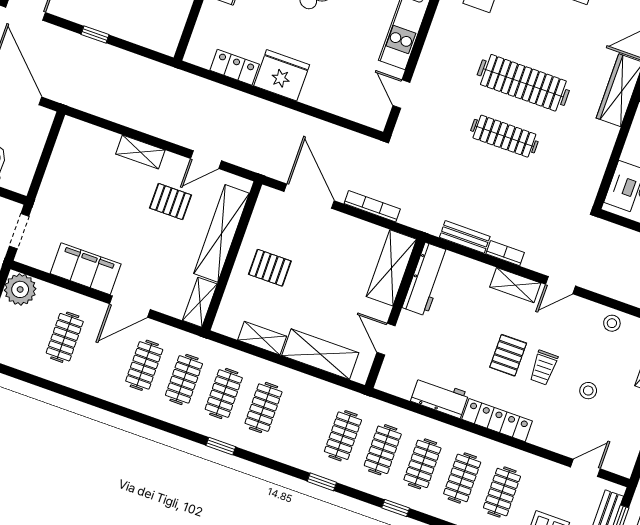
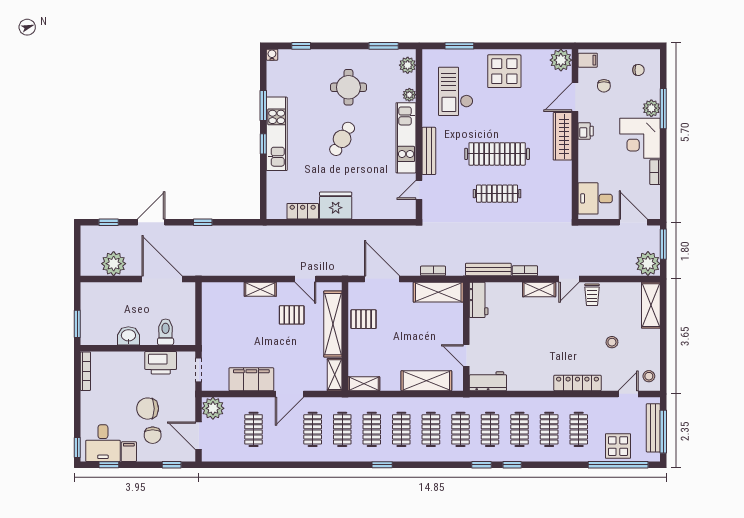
bench: (433, 46) -> (429, 151), added
door: (401, 94) -> (419, 190), hinge flipped
door: (206, 160) -> (305, 279), hinge flipped
bookcase: (372, 206) -> (433, 271), width x0.64
bench: (465, 237) -> (488, 269), width x1.36
pallet: (270, 268) -> (364, 319), moved
shelving: (391, 268) -> (438, 292), moved, turned 90
workbench: (426, 279) -> (479, 300), width x0.73
stool: (612, 323) -> (649, 376), moved
shelving: (262, 338) -> (364, 384), moved
pallet: (508, 355) -> (551, 338), removed
trolley: (544, 368) -> (592, 295), moved
workbench: (440, 397) -> (488, 381), moved
locker: (497, 420) -> (577, 383), moved
clothes rail: (303, 422) -> (431, 429), added
window: (322, 482) -> (481, 465), moved

